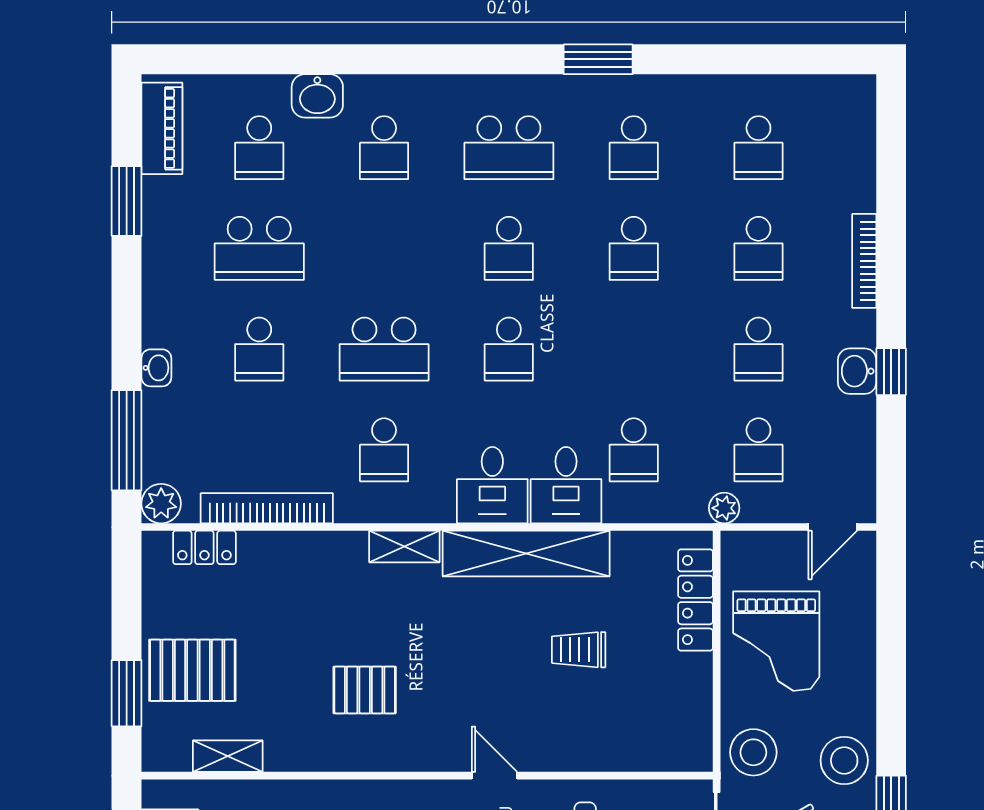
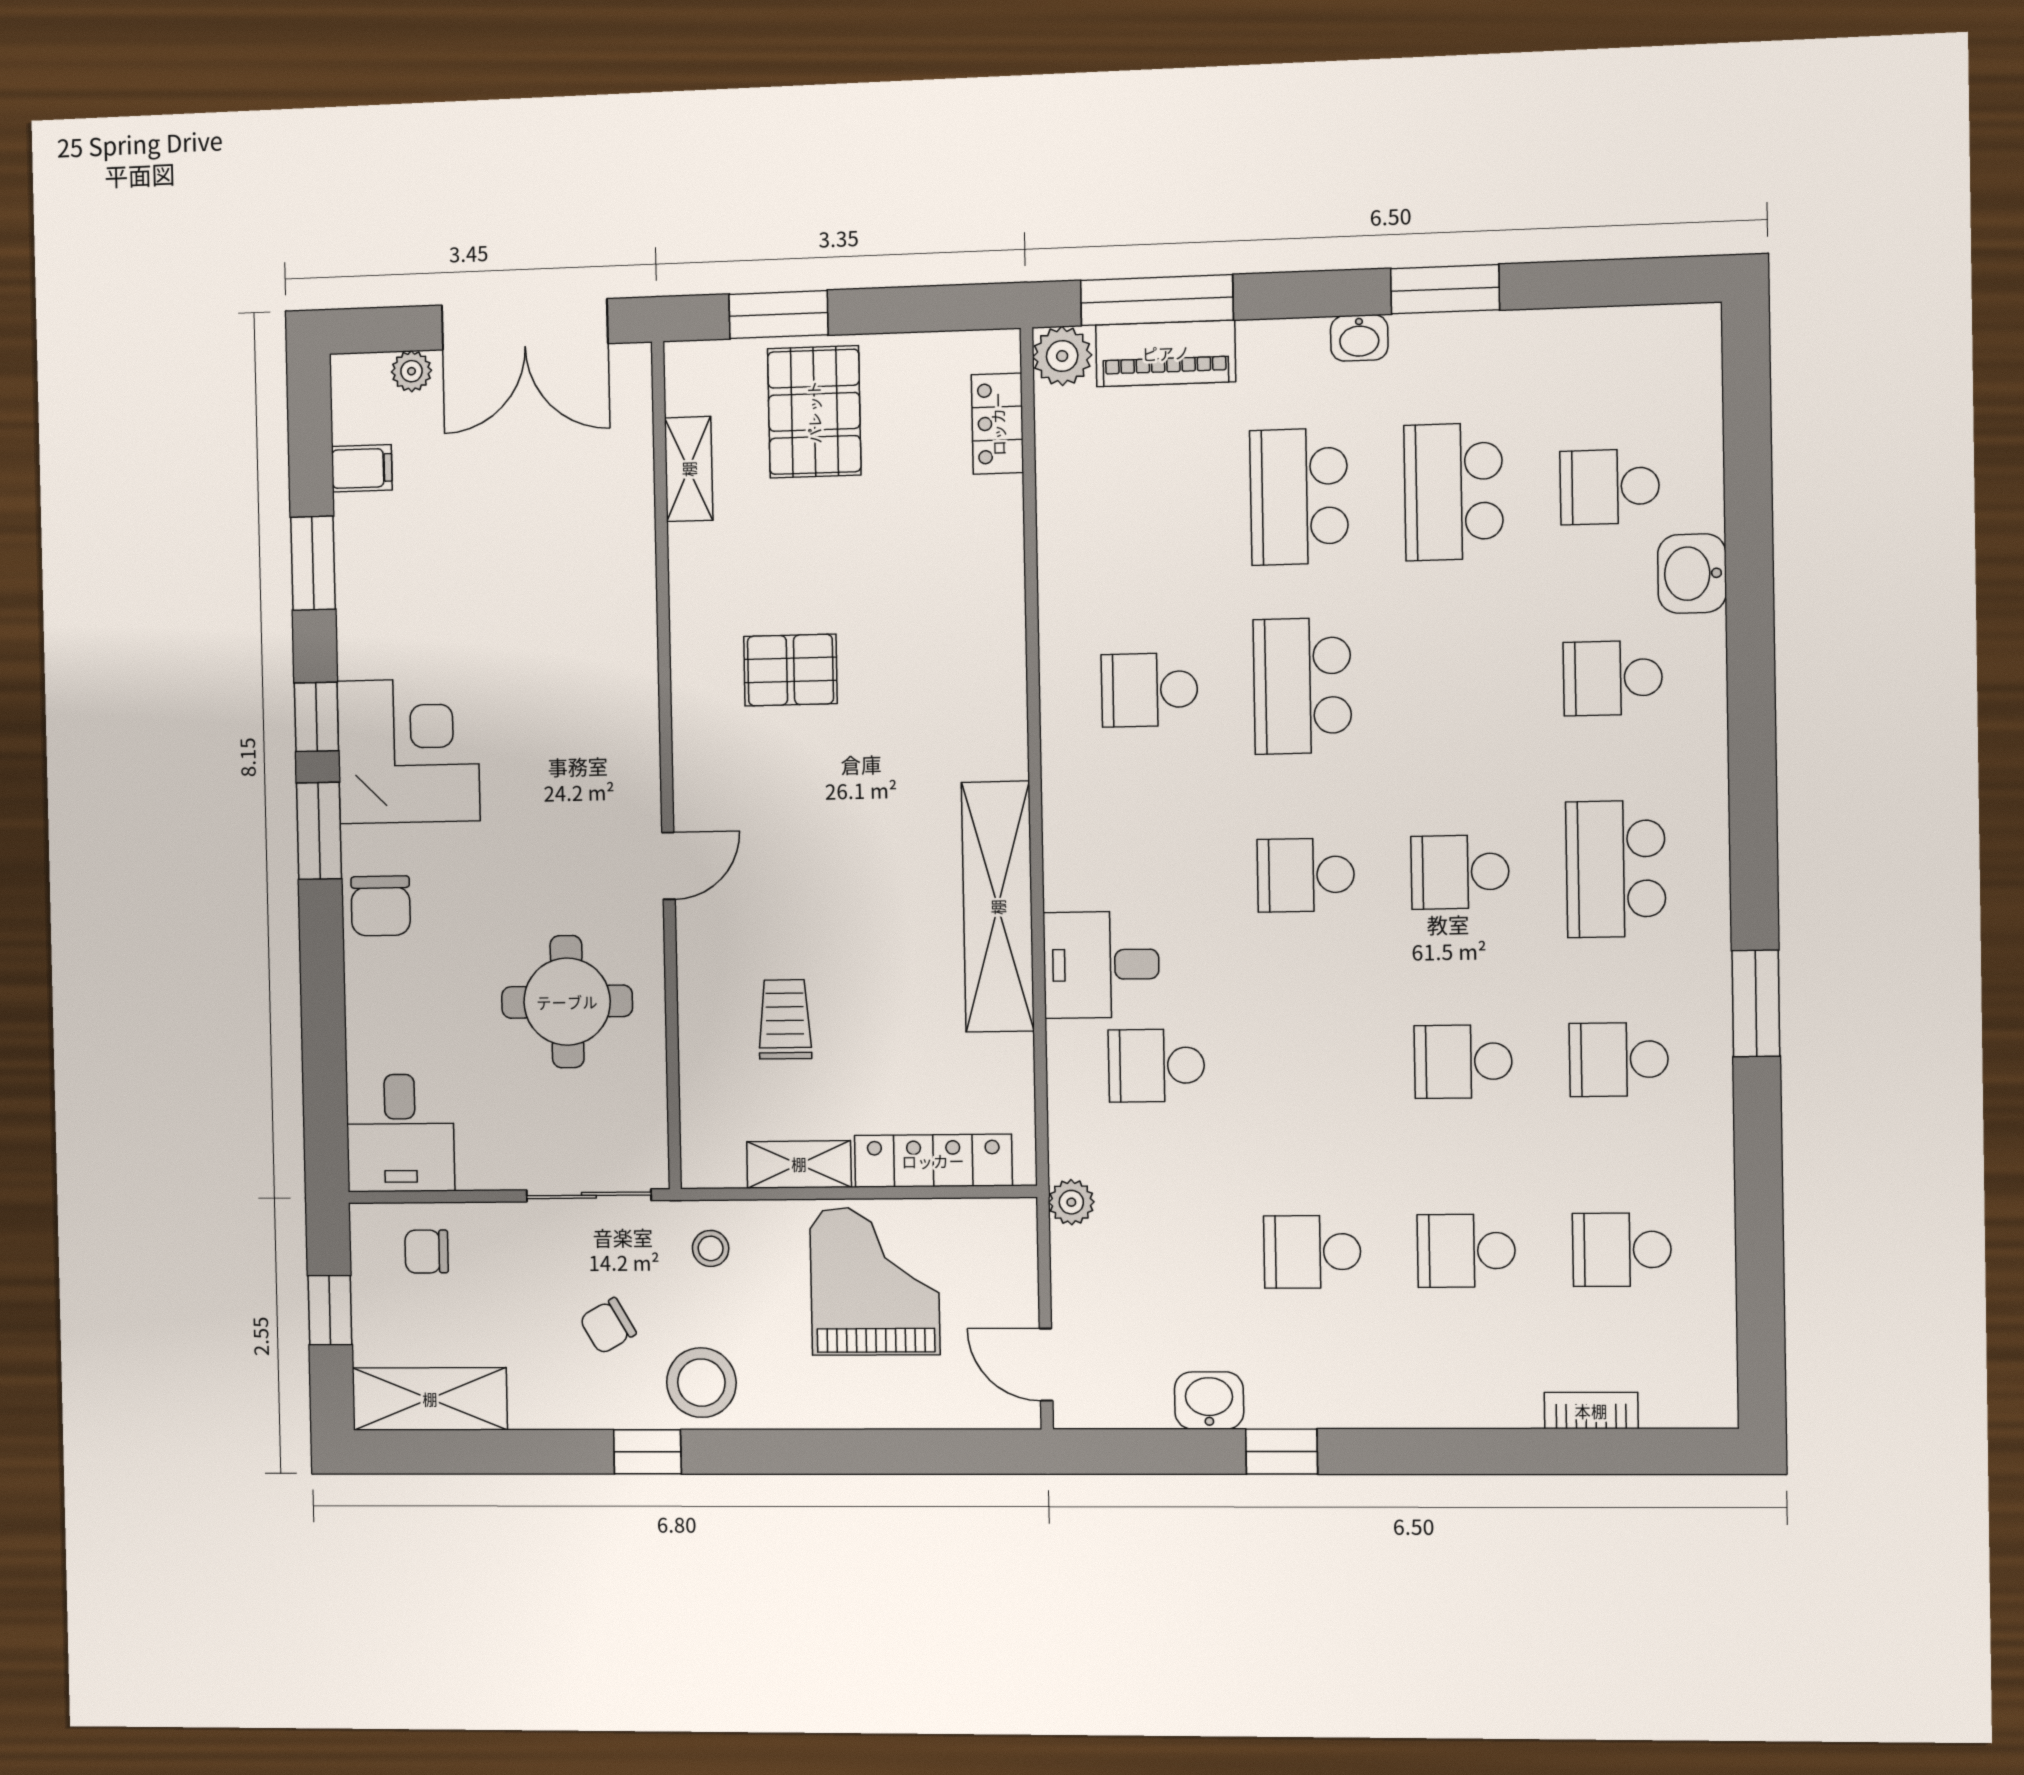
piano: (162, 128) -> (1166, 353), moved
window: (127, 201) -> (1445, 289), moved
bookcase: (864, 261) -> (1591, 1411), moved, width x0.64
school desk: (259, 349) -> (1299, 497), width x1.85
washbasin: (156, 368) -> (1359, 338), moved
washbasin: (857, 371) -> (1209, 1401), moved
school desk: (758, 450) -> (1160, 1253), removed
desk: (492, 485) -> (1099, 854), removed
bookcase: (267, 508) -> (1058, 516), removed
shelving: (404, 547) -> (799, 1164), moved, turned 90
grand piano: (776, 641) -> (875, 1281), turned 90
trolley: (579, 650) -> (785, 1019), moved
pallet: (365, 690) -> (790, 670), turned 90
stool: (753, 752) -> (711, 1248), width x0.53, depth x0.53

